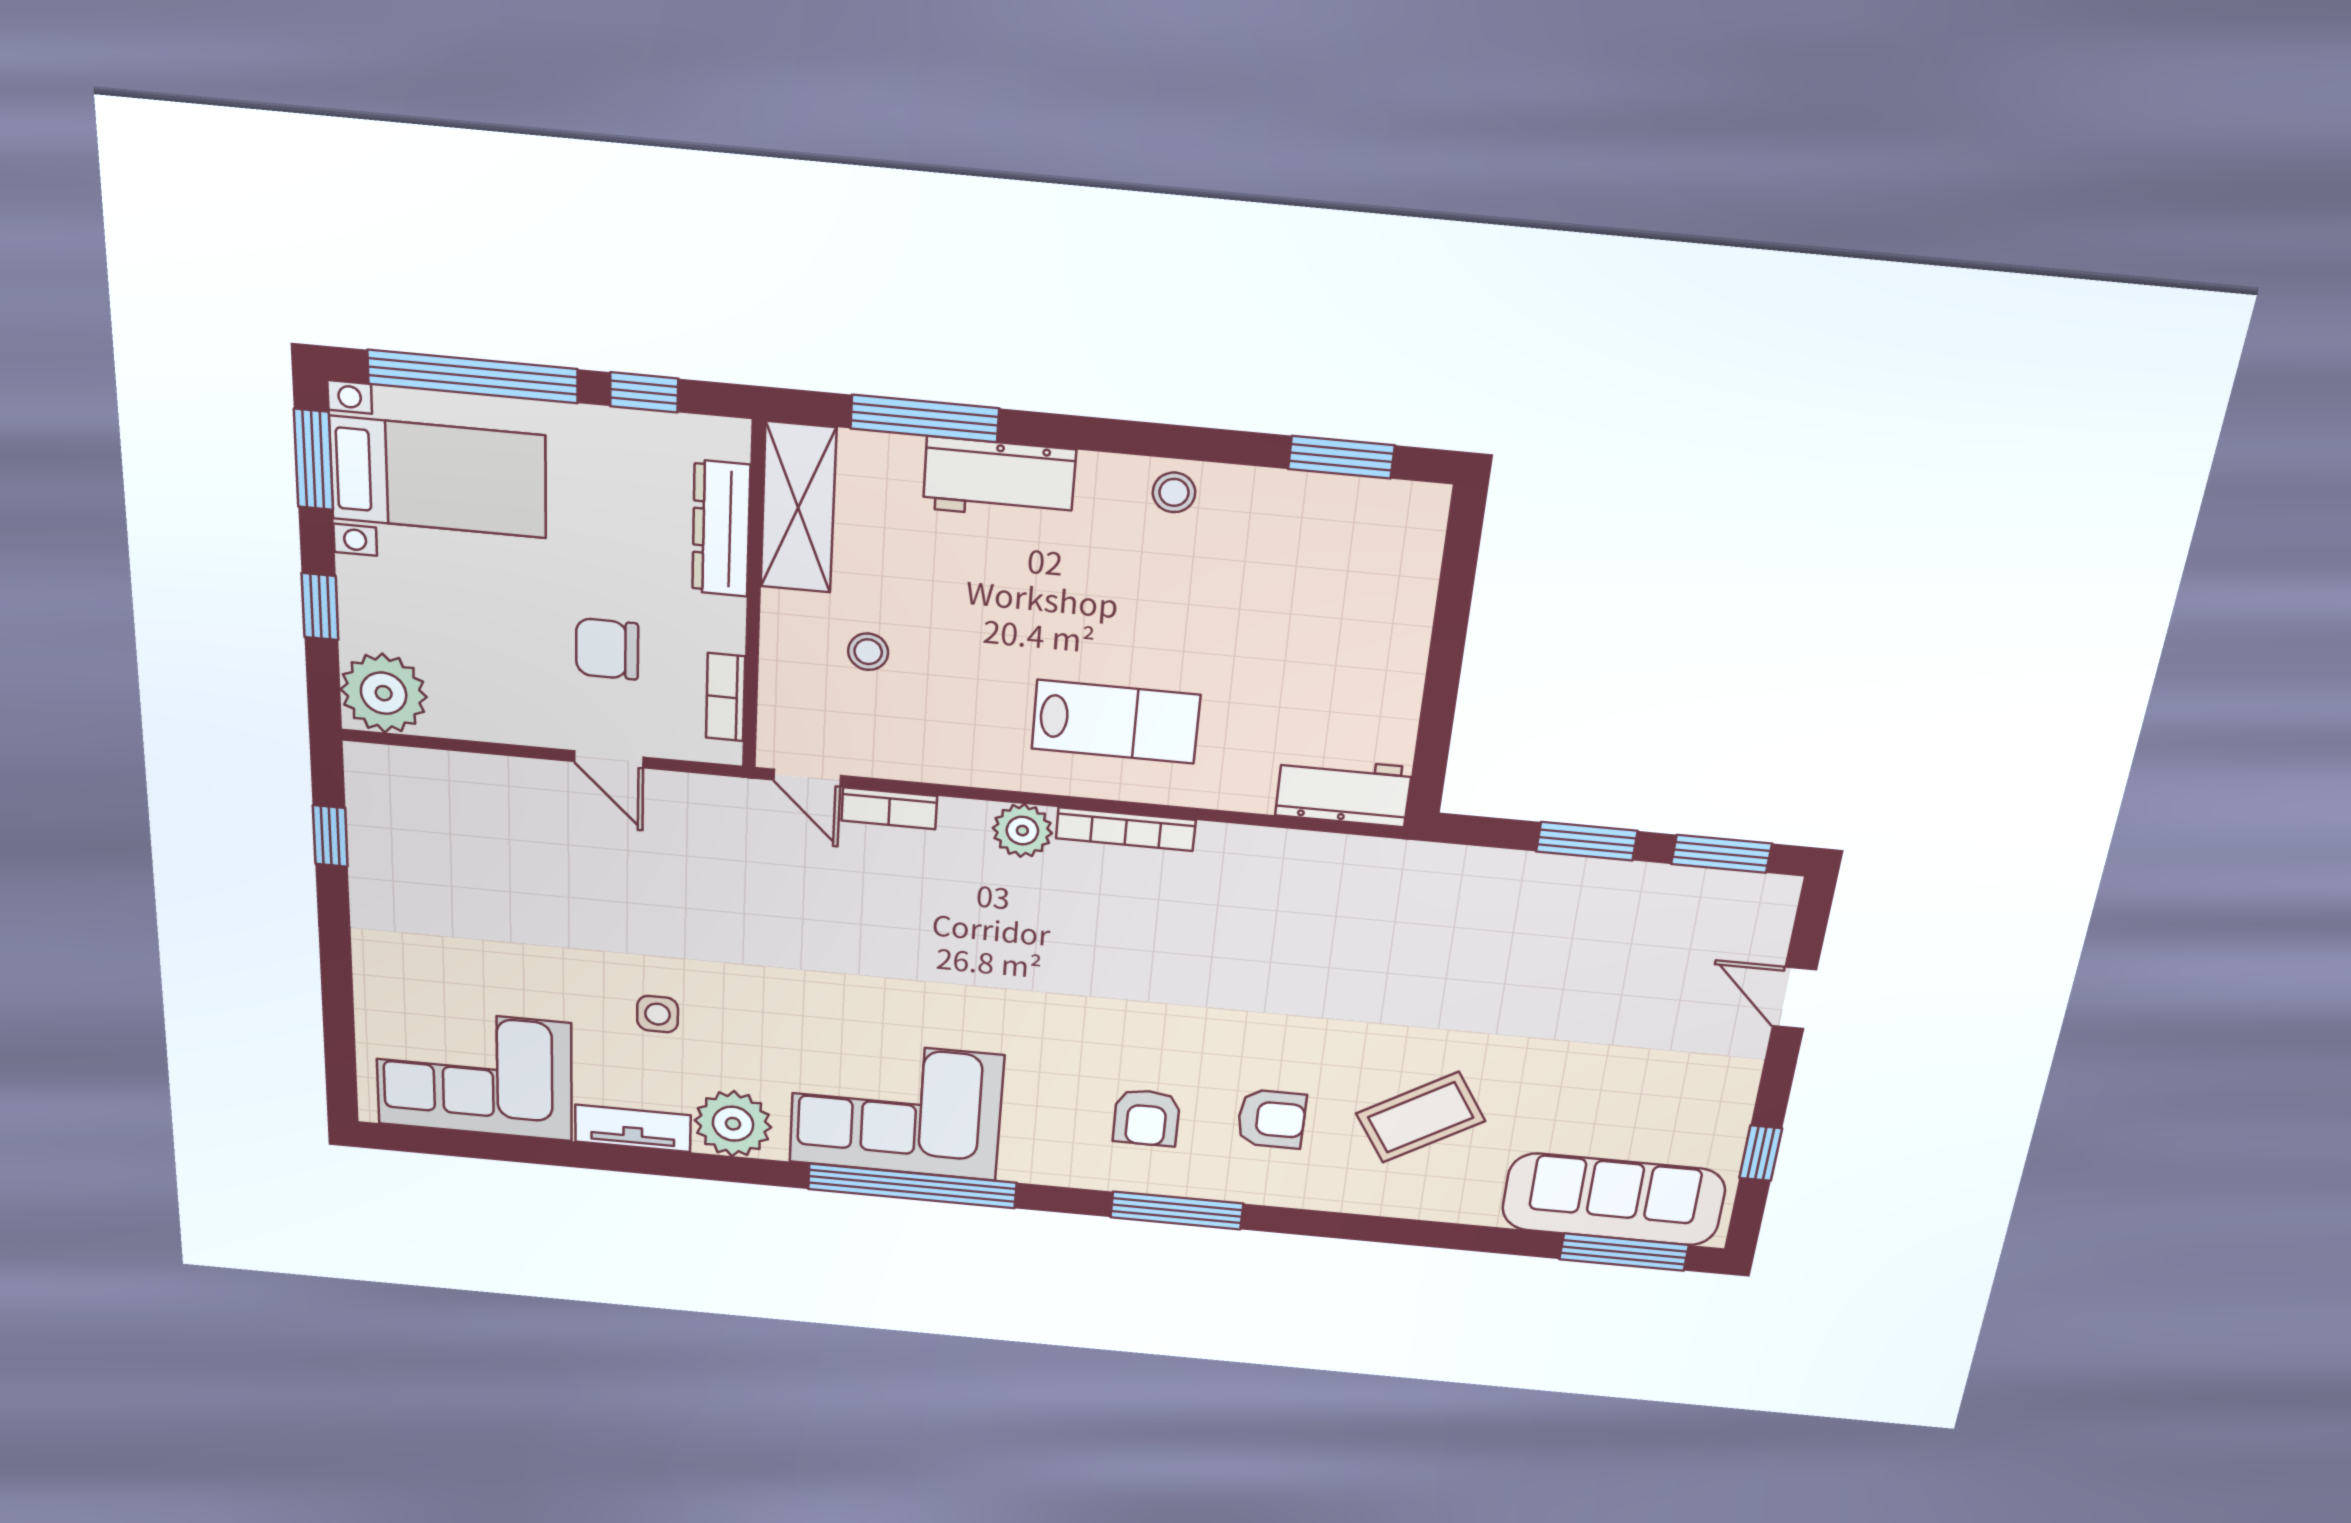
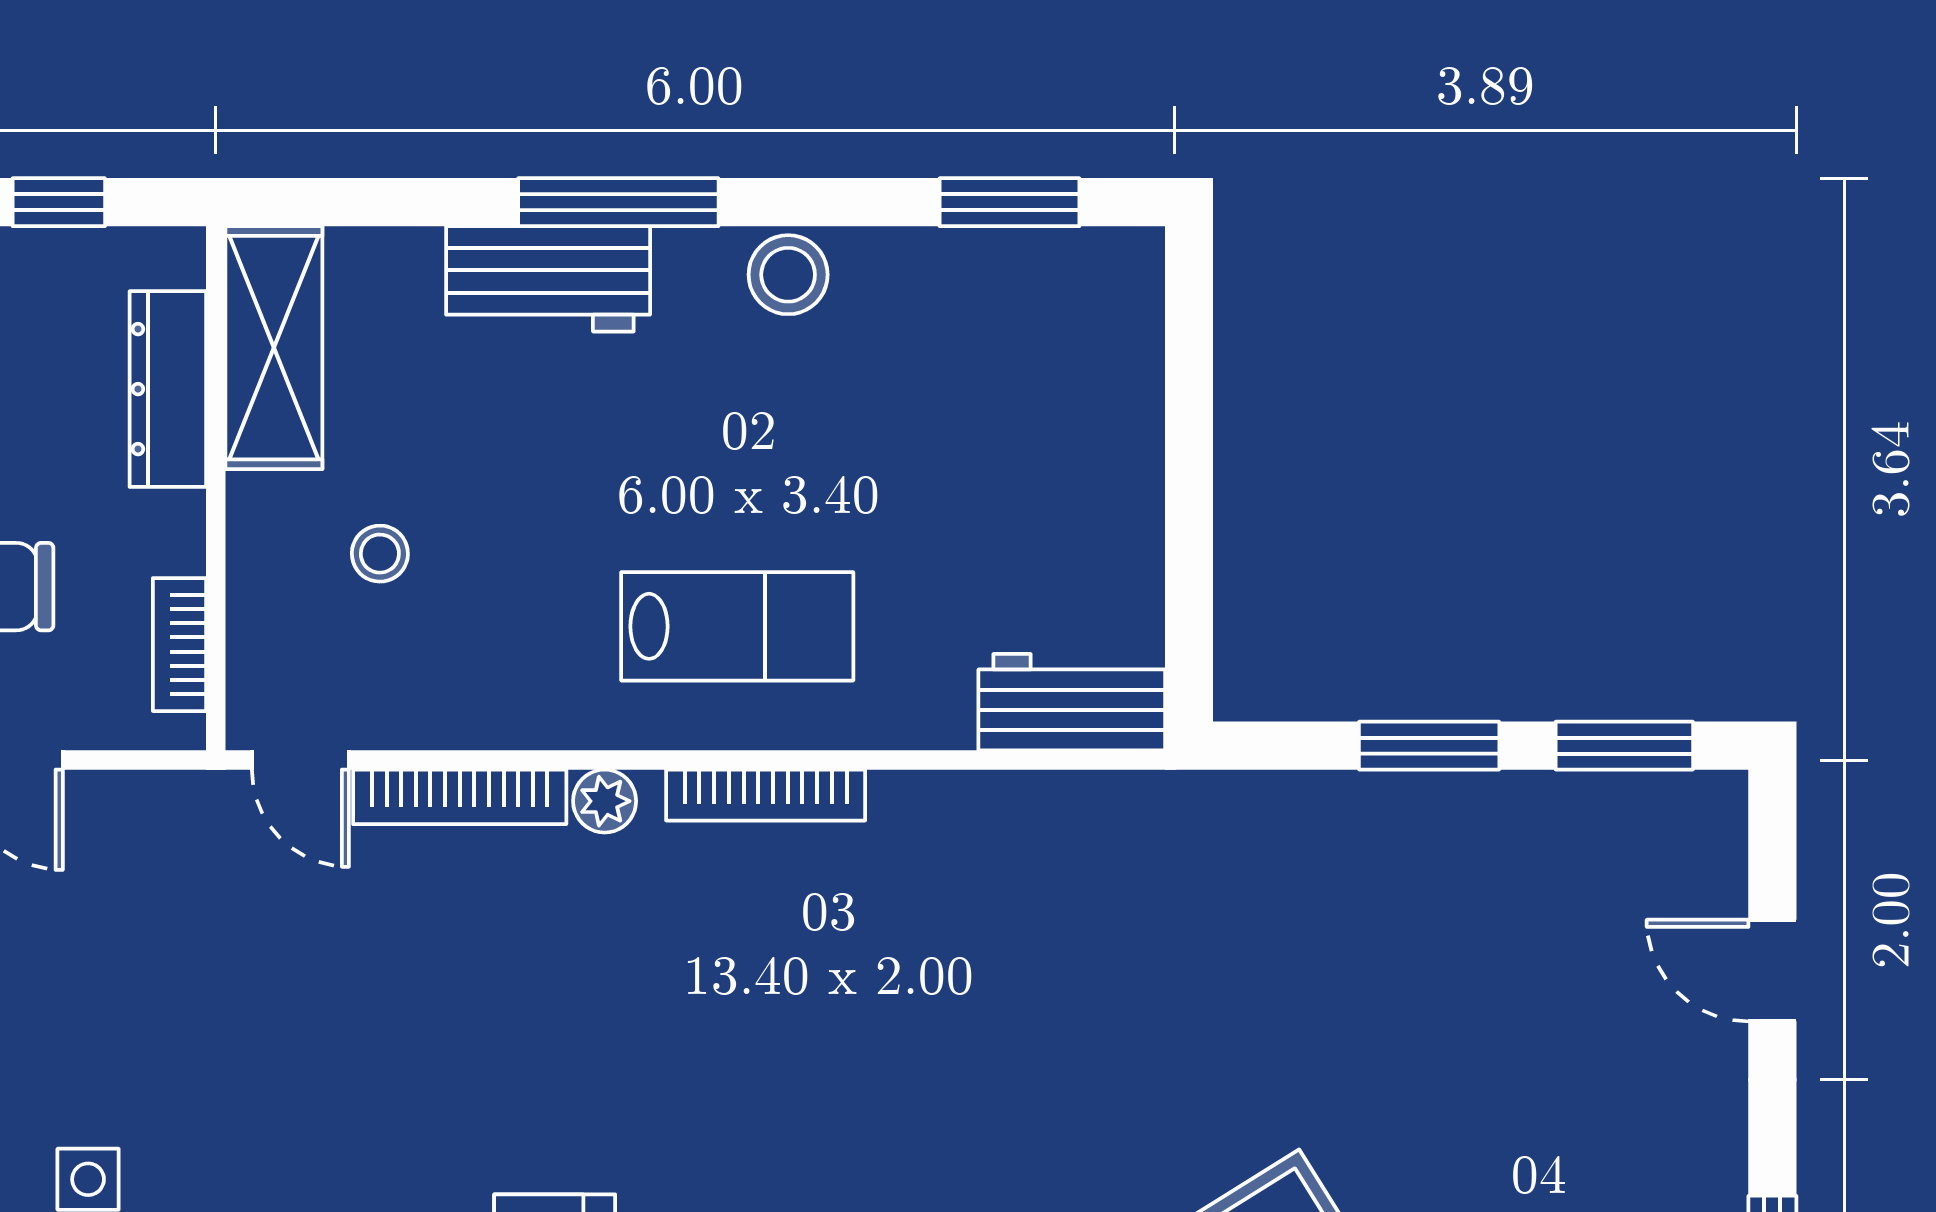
window: (925, 418) -> (618, 202), moved
stool: (1174, 492) -> (788, 275), width x1.37, depth x1.37
bookcase: (889, 808) -> (460, 797), width x1.56
plant: (1022, 831) -> (605, 801), width x0.73, depth x0.73

